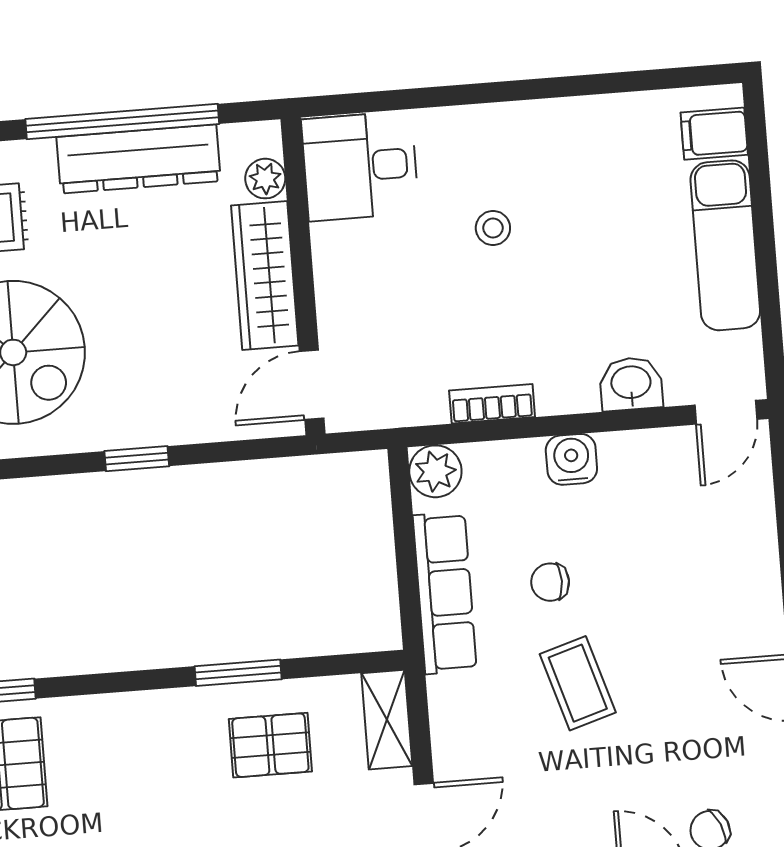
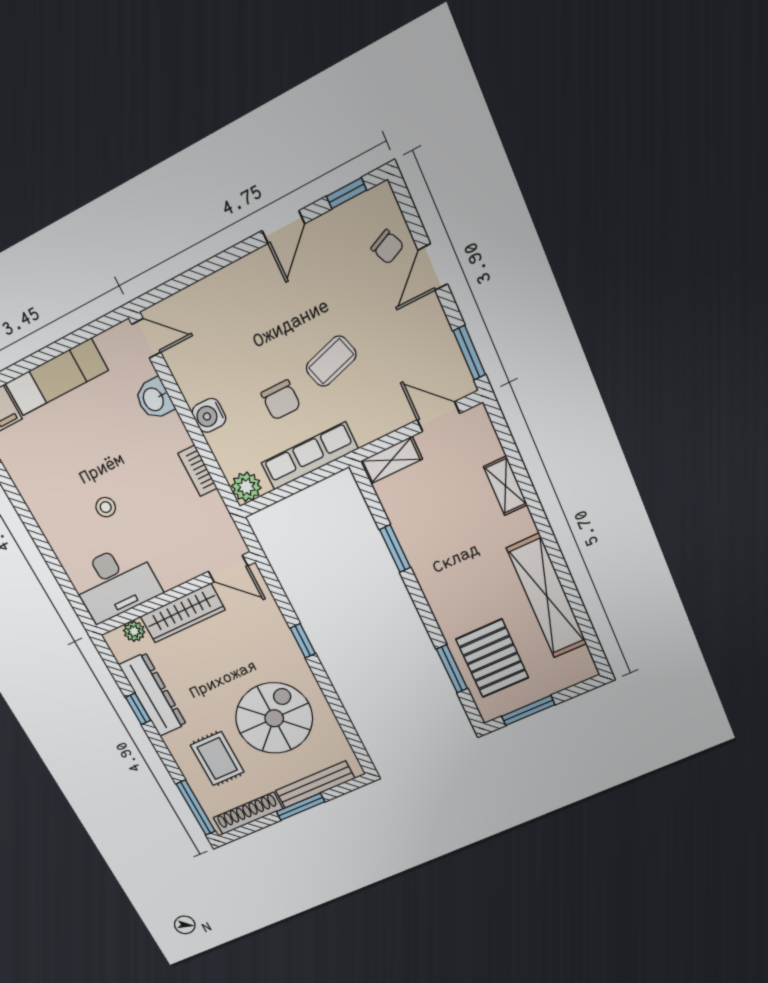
window: (122, 122) -> (138, 709), width x0.32
desk: (360, 166) -> (115, 583), width x1.37
chair: (550, 582) -> (281, 400), width x1.37, depth x1.37
pallet: (270, 745) -> (428, 517), removed

